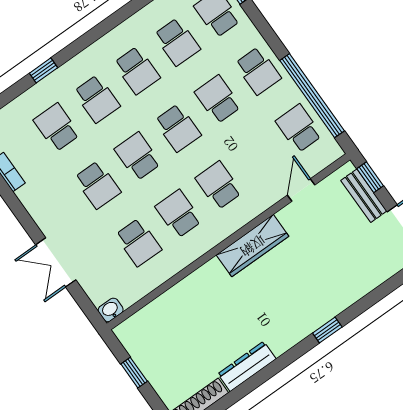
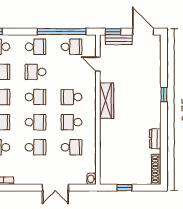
school desk: (299, 128) -> (71, 47), turned 180
school desk: (138, 156) -> (35, 122), turned 180
dresser: (247, 366) -> (155, 139), width x0.70

